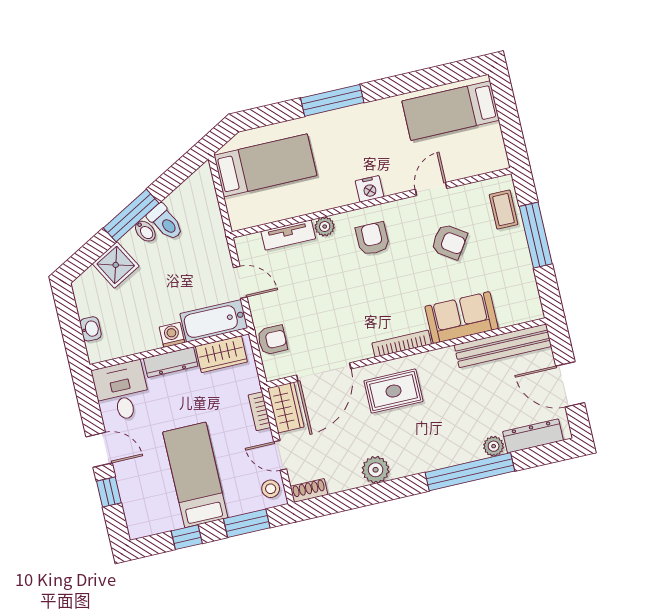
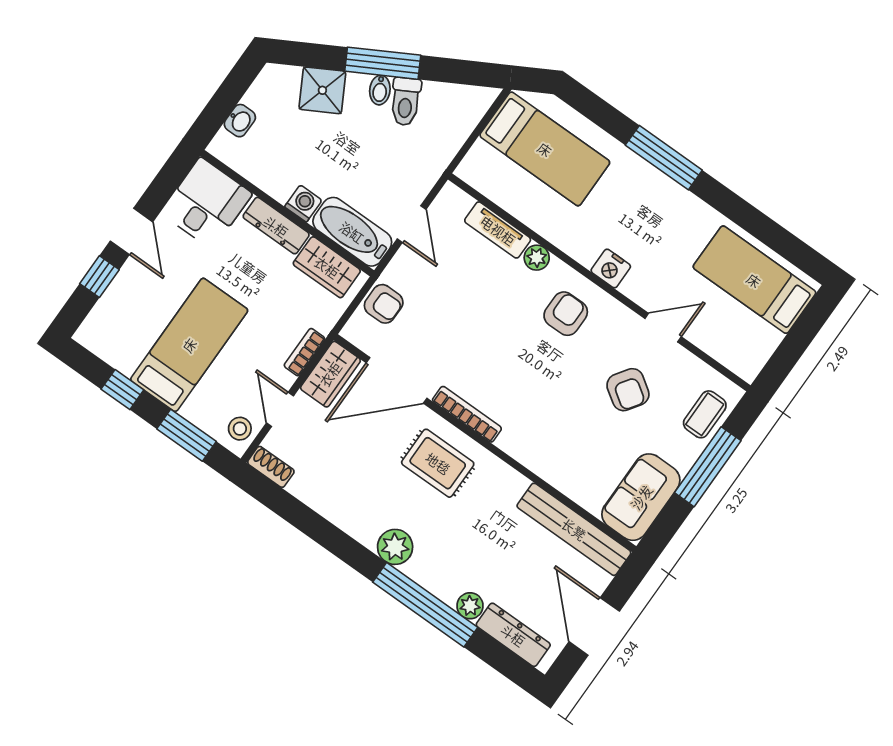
sofa: (461, 318) -> (641, 497), moved, turned -90
bookcase: (402, 344) -> (467, 414), moved
plant: (376, 470) -> (395, 547), moved

